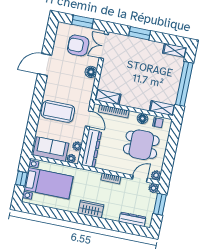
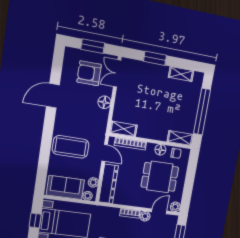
shelving: (175, 50) -> (181, 74), moved
plant: (154, 188) -> (145, 216), moved

